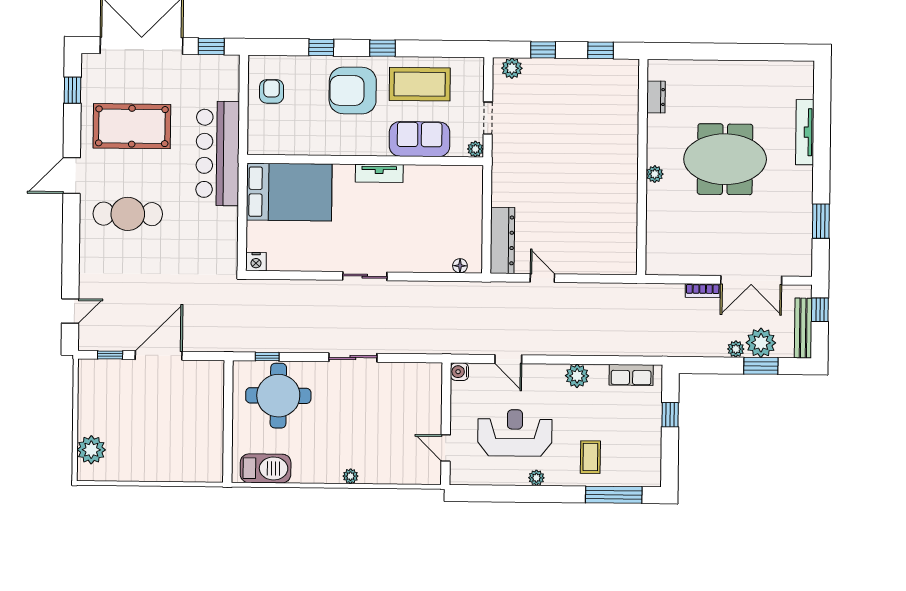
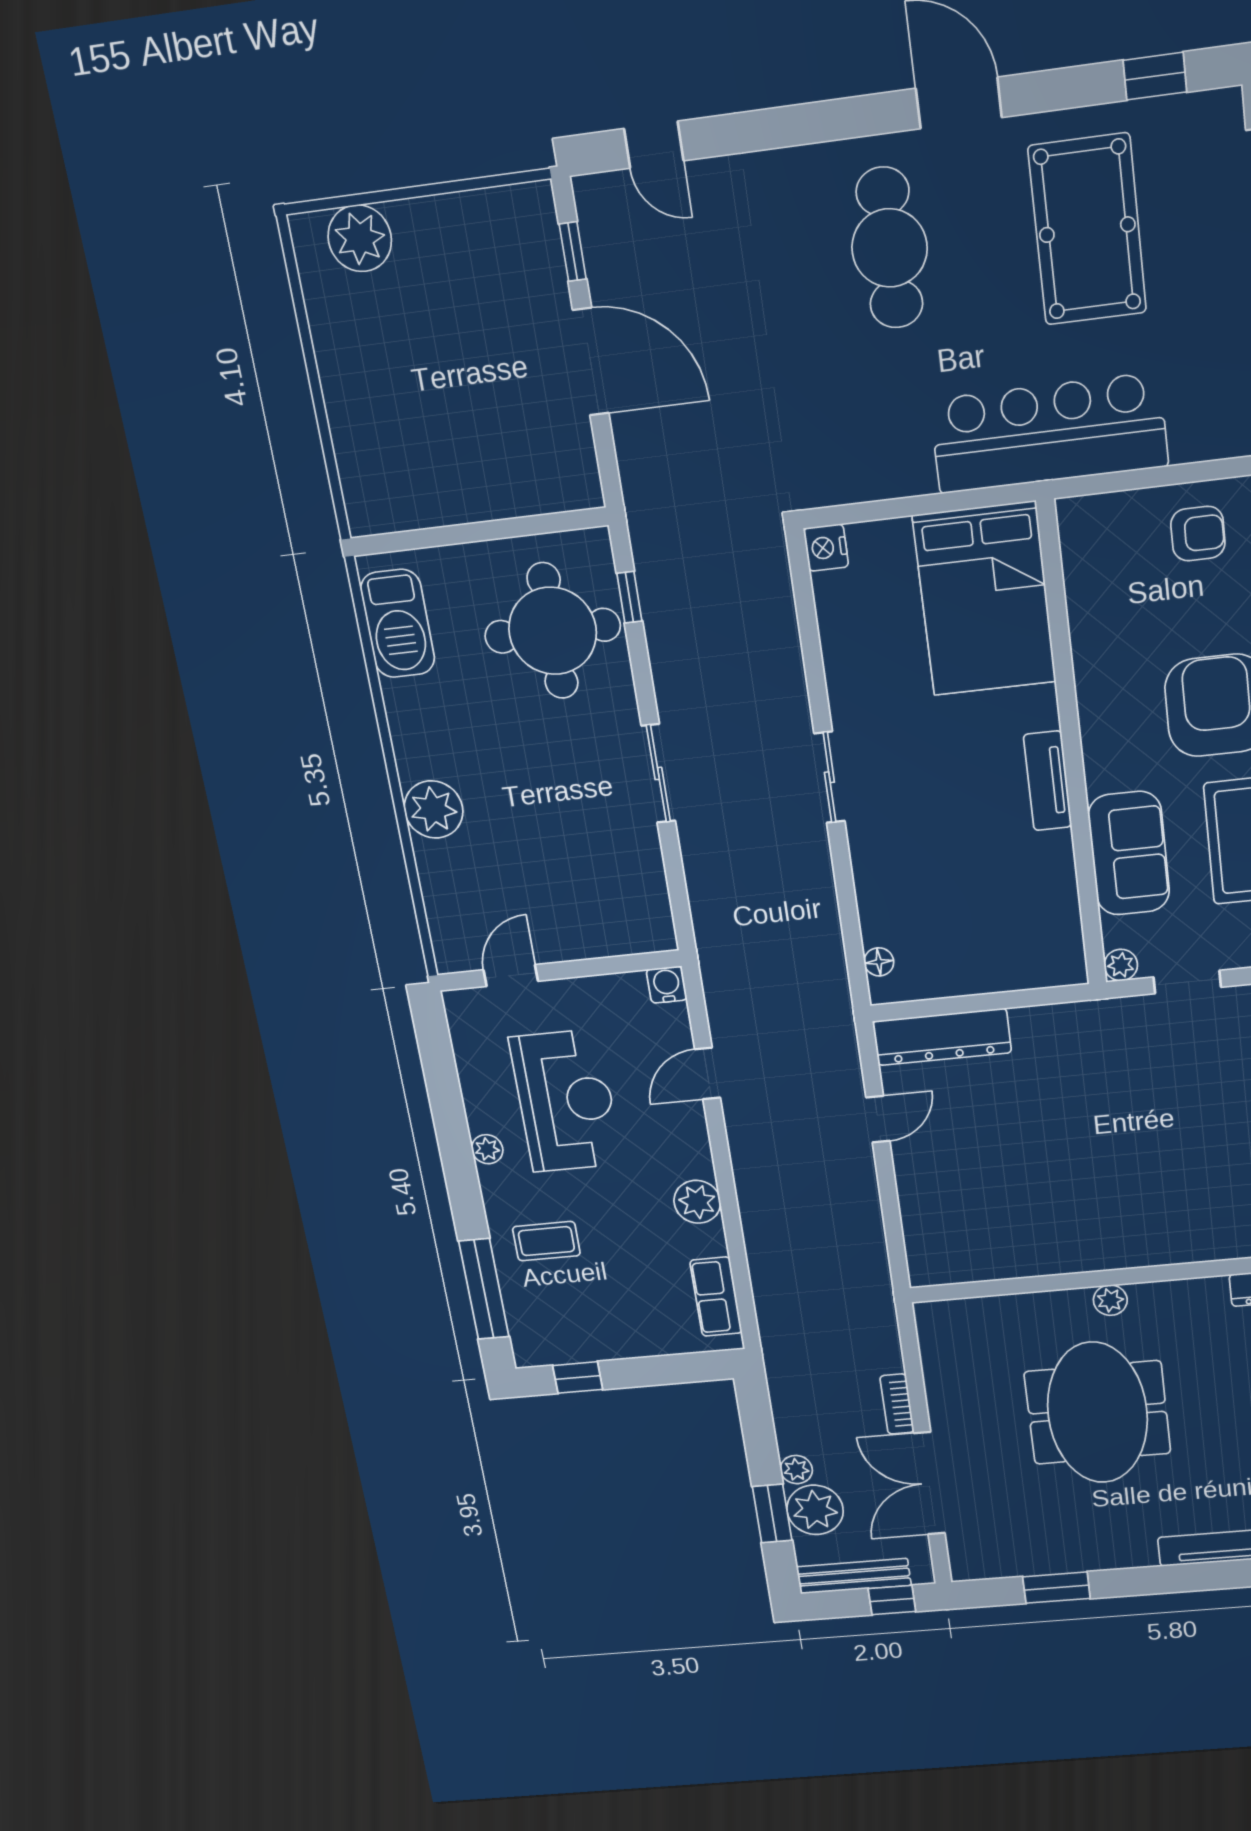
meeting table: (725, 159) -> (1097, 1413), moved
window: (670, 415) -> (578, 1377), moved
plant: (350, 476) -> (433, 809), width x1.88, depth x1.88

